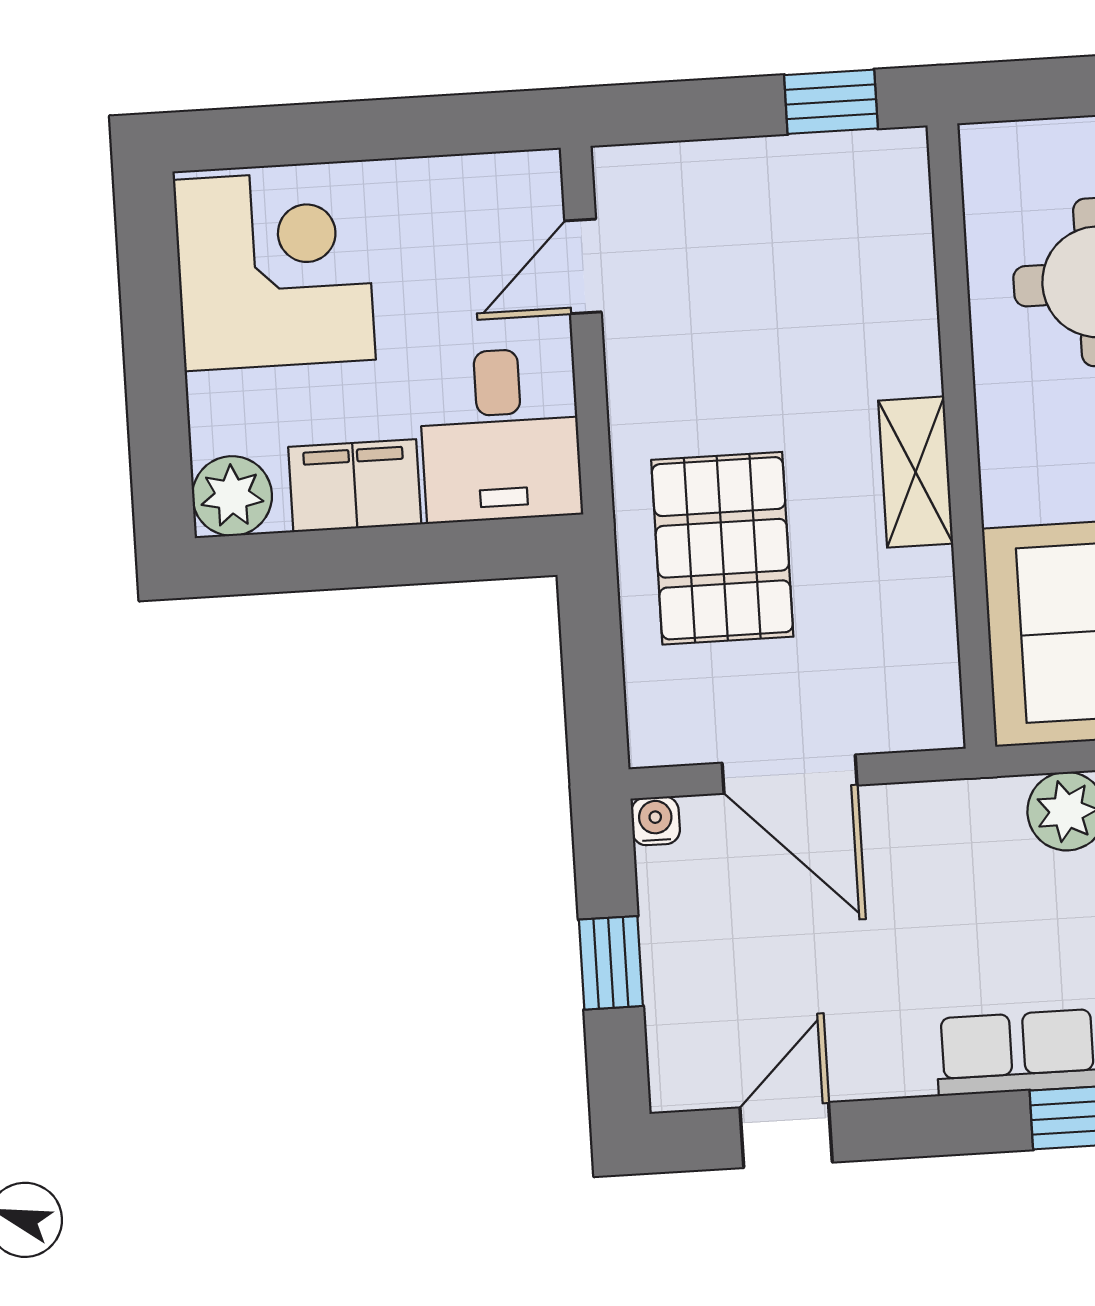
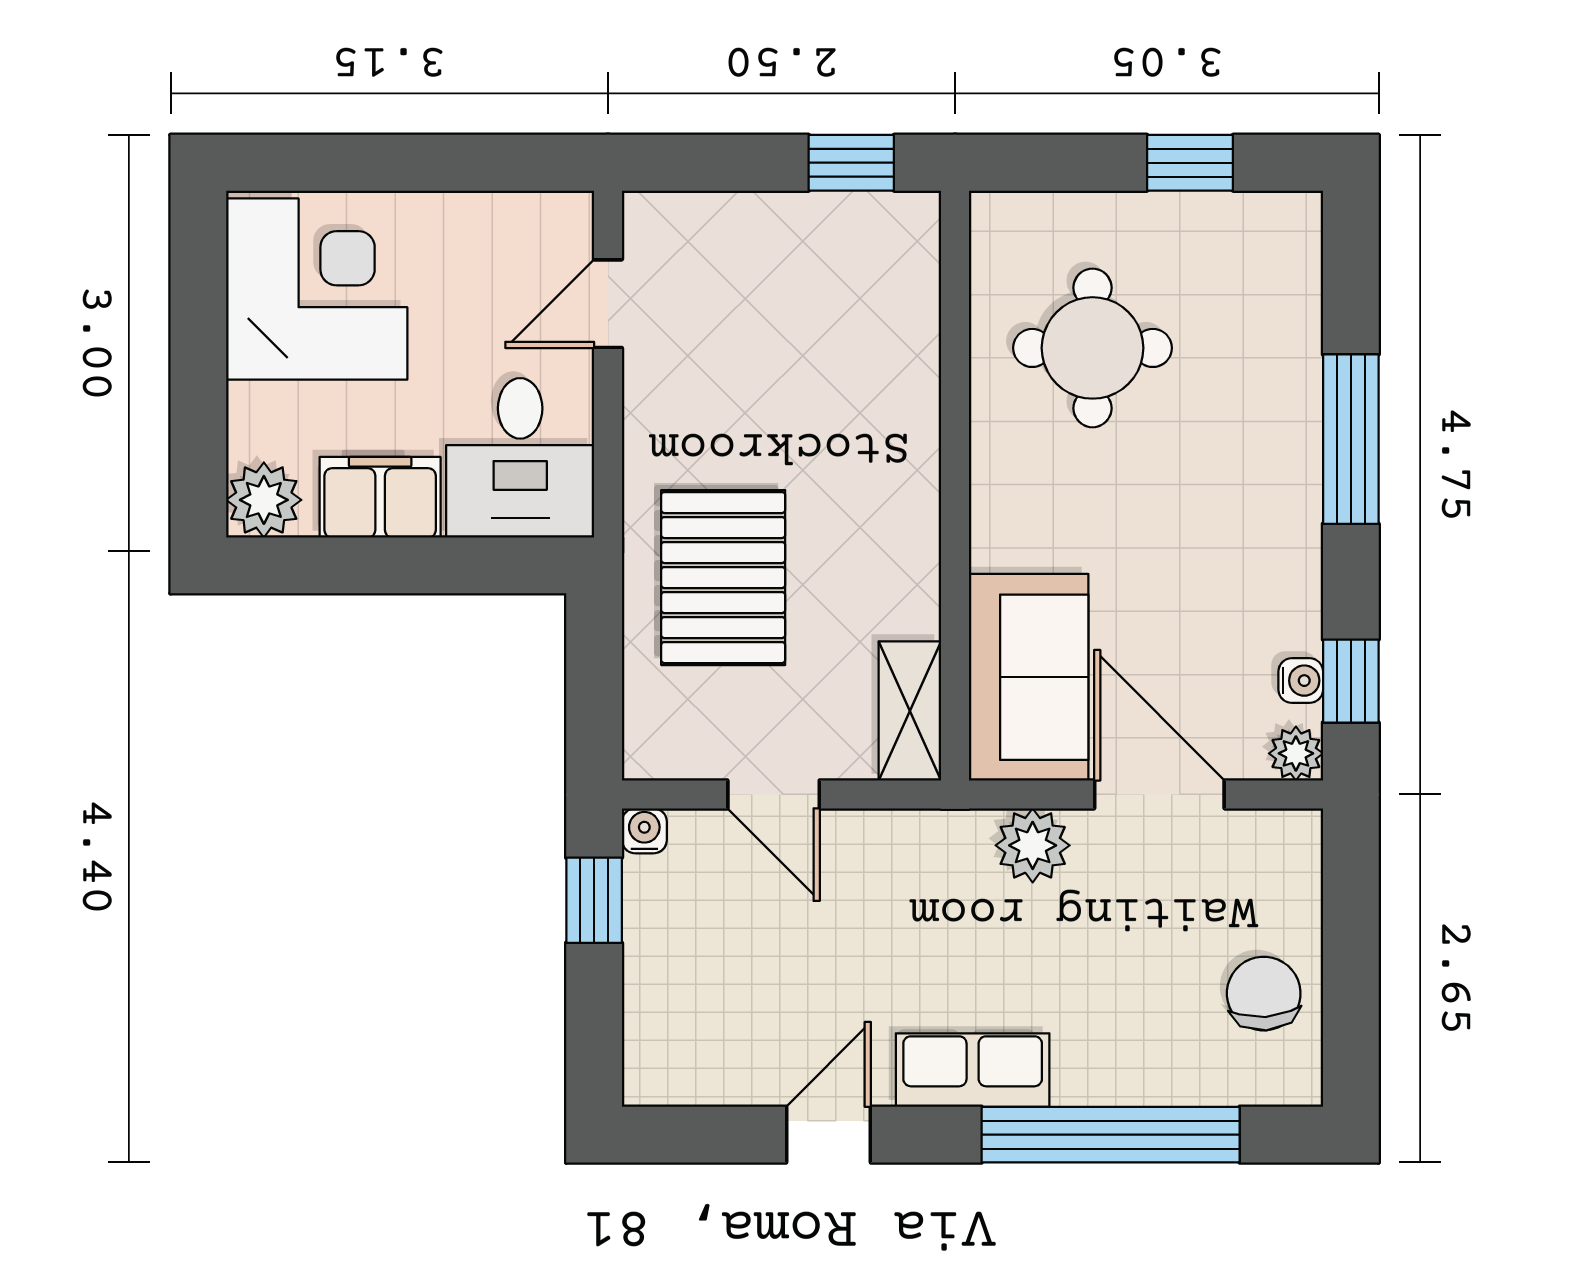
shelving: (916, 472) -> (910, 711), moved
door: (790, 774) -> (774, 794), width x0.73
window: (611, 963) -> (594, 900), moved
door: (786, 1135) -> (829, 1135), moved

